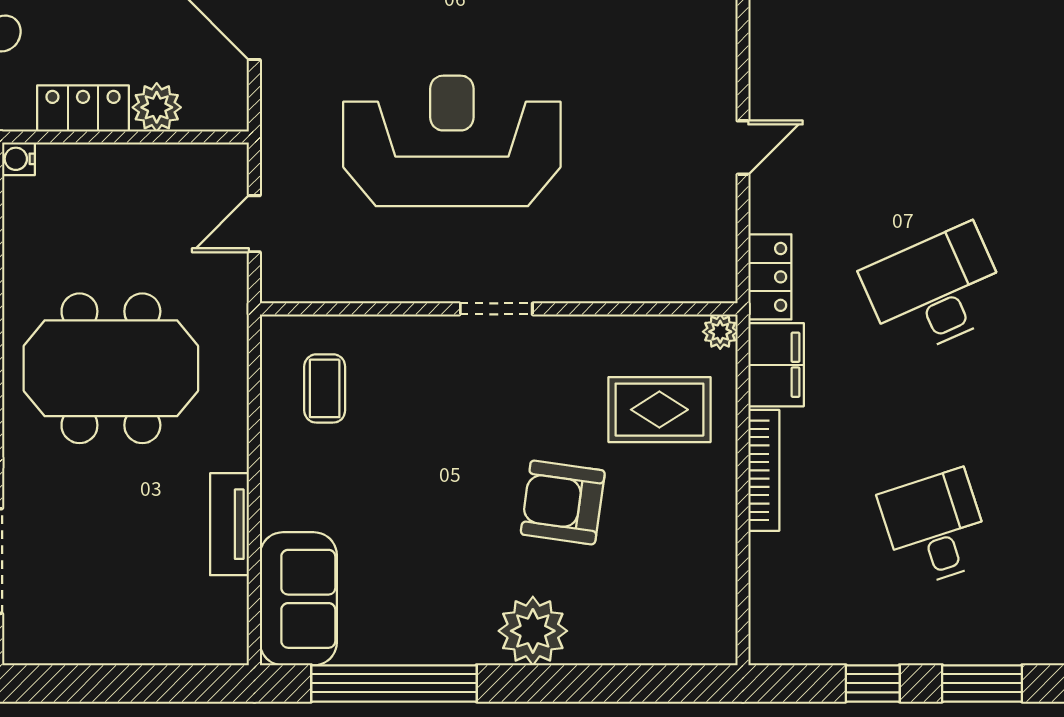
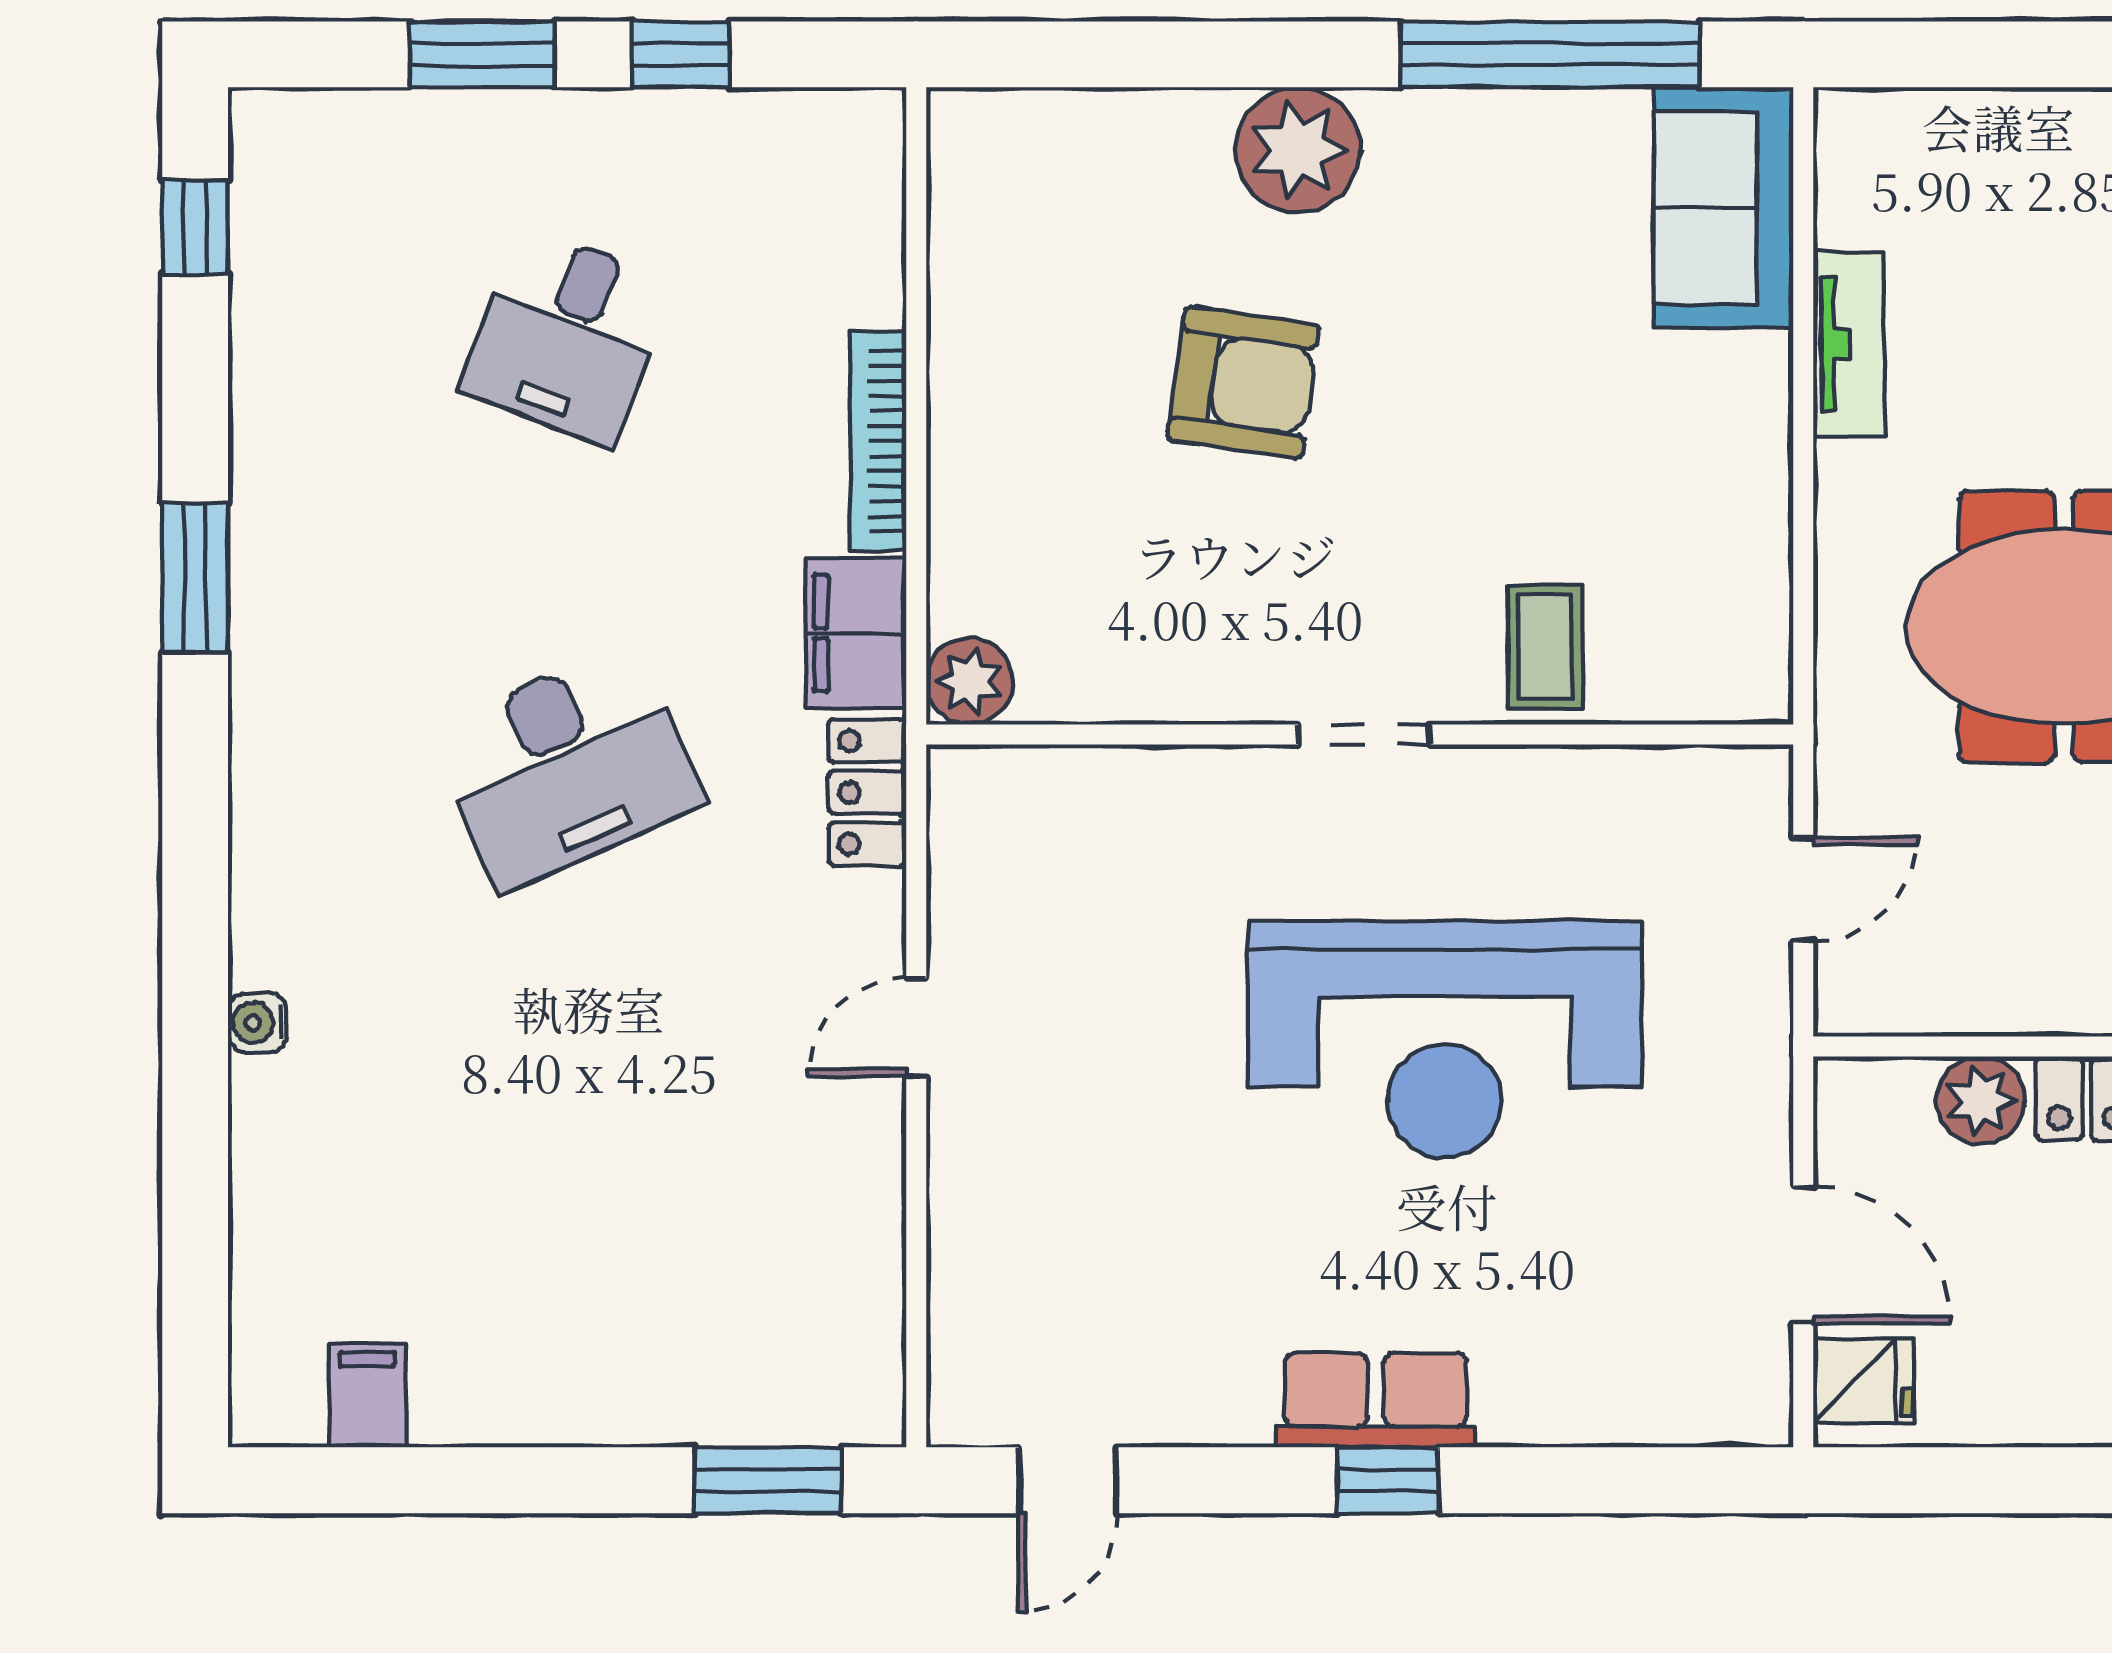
plant: (720, 332) -> (969, 681), width x1.38, depth x1.38
coffee table: (325, 388) -> (1545, 647), moved
rug: (659, 410) -> (1068, 552), removed
desk: (935, 528) -> (567, 337), turned 39

